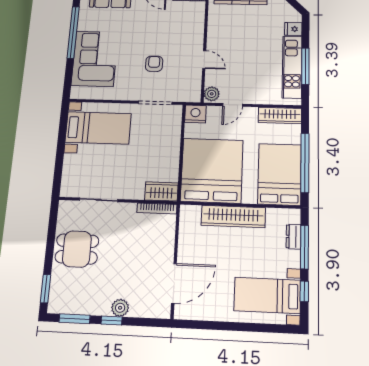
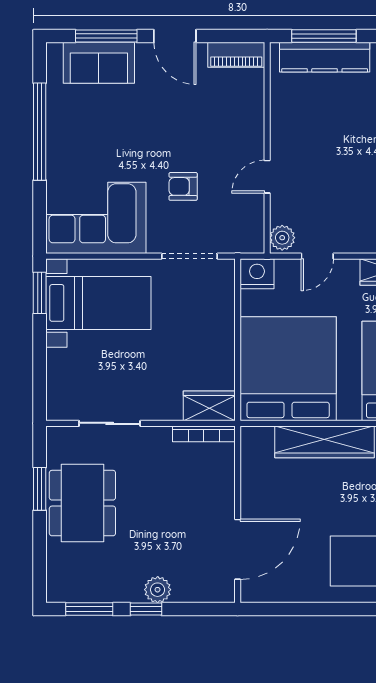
corner sofa: (95, 59) -> (96, 218), moved, turned -90
door: (204, 60) -> (267, 177), swing flipped
armchair: (154, 64) -> (183, 186), turned -90
window: (64, 121) -> (40, 293), added
dining table: (77, 249) -> (82, 503), width x1.38
window: (46, 289) -> (40, 489), moved

